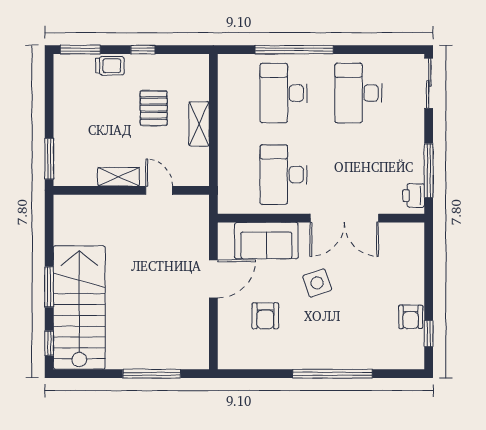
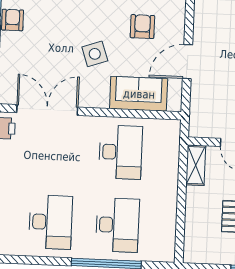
shelving: (199, 124) -> (196, 165), moved
double door: (344, 218) -> (47, 110), moved

